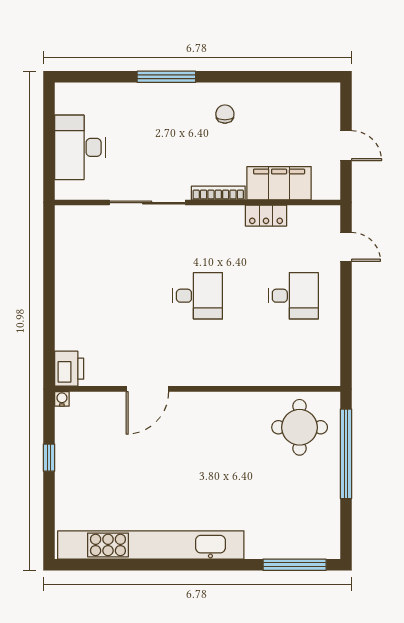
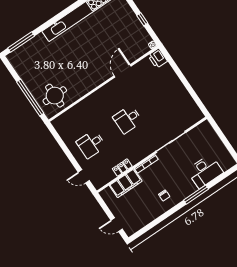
door: (346, 146) -> (117, 225), moved
desk: (80, 147) -> (205, 171), moved, turned 90

